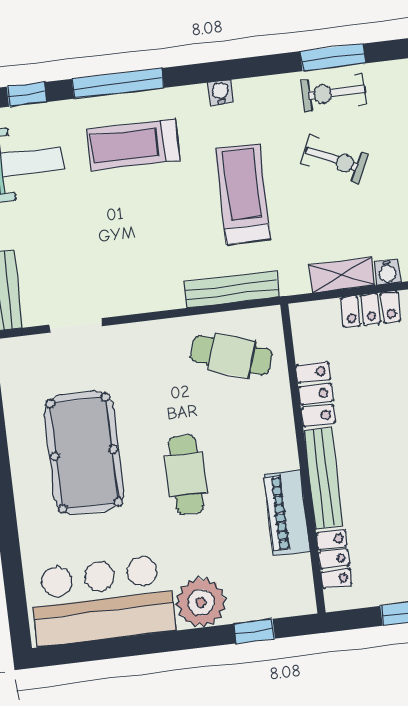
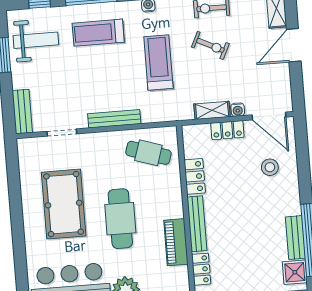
bench: (231, 289) -> (114, 119), moved
cafe table: (186, 475) -> (120, 219), width x1.37, depth x1.35

